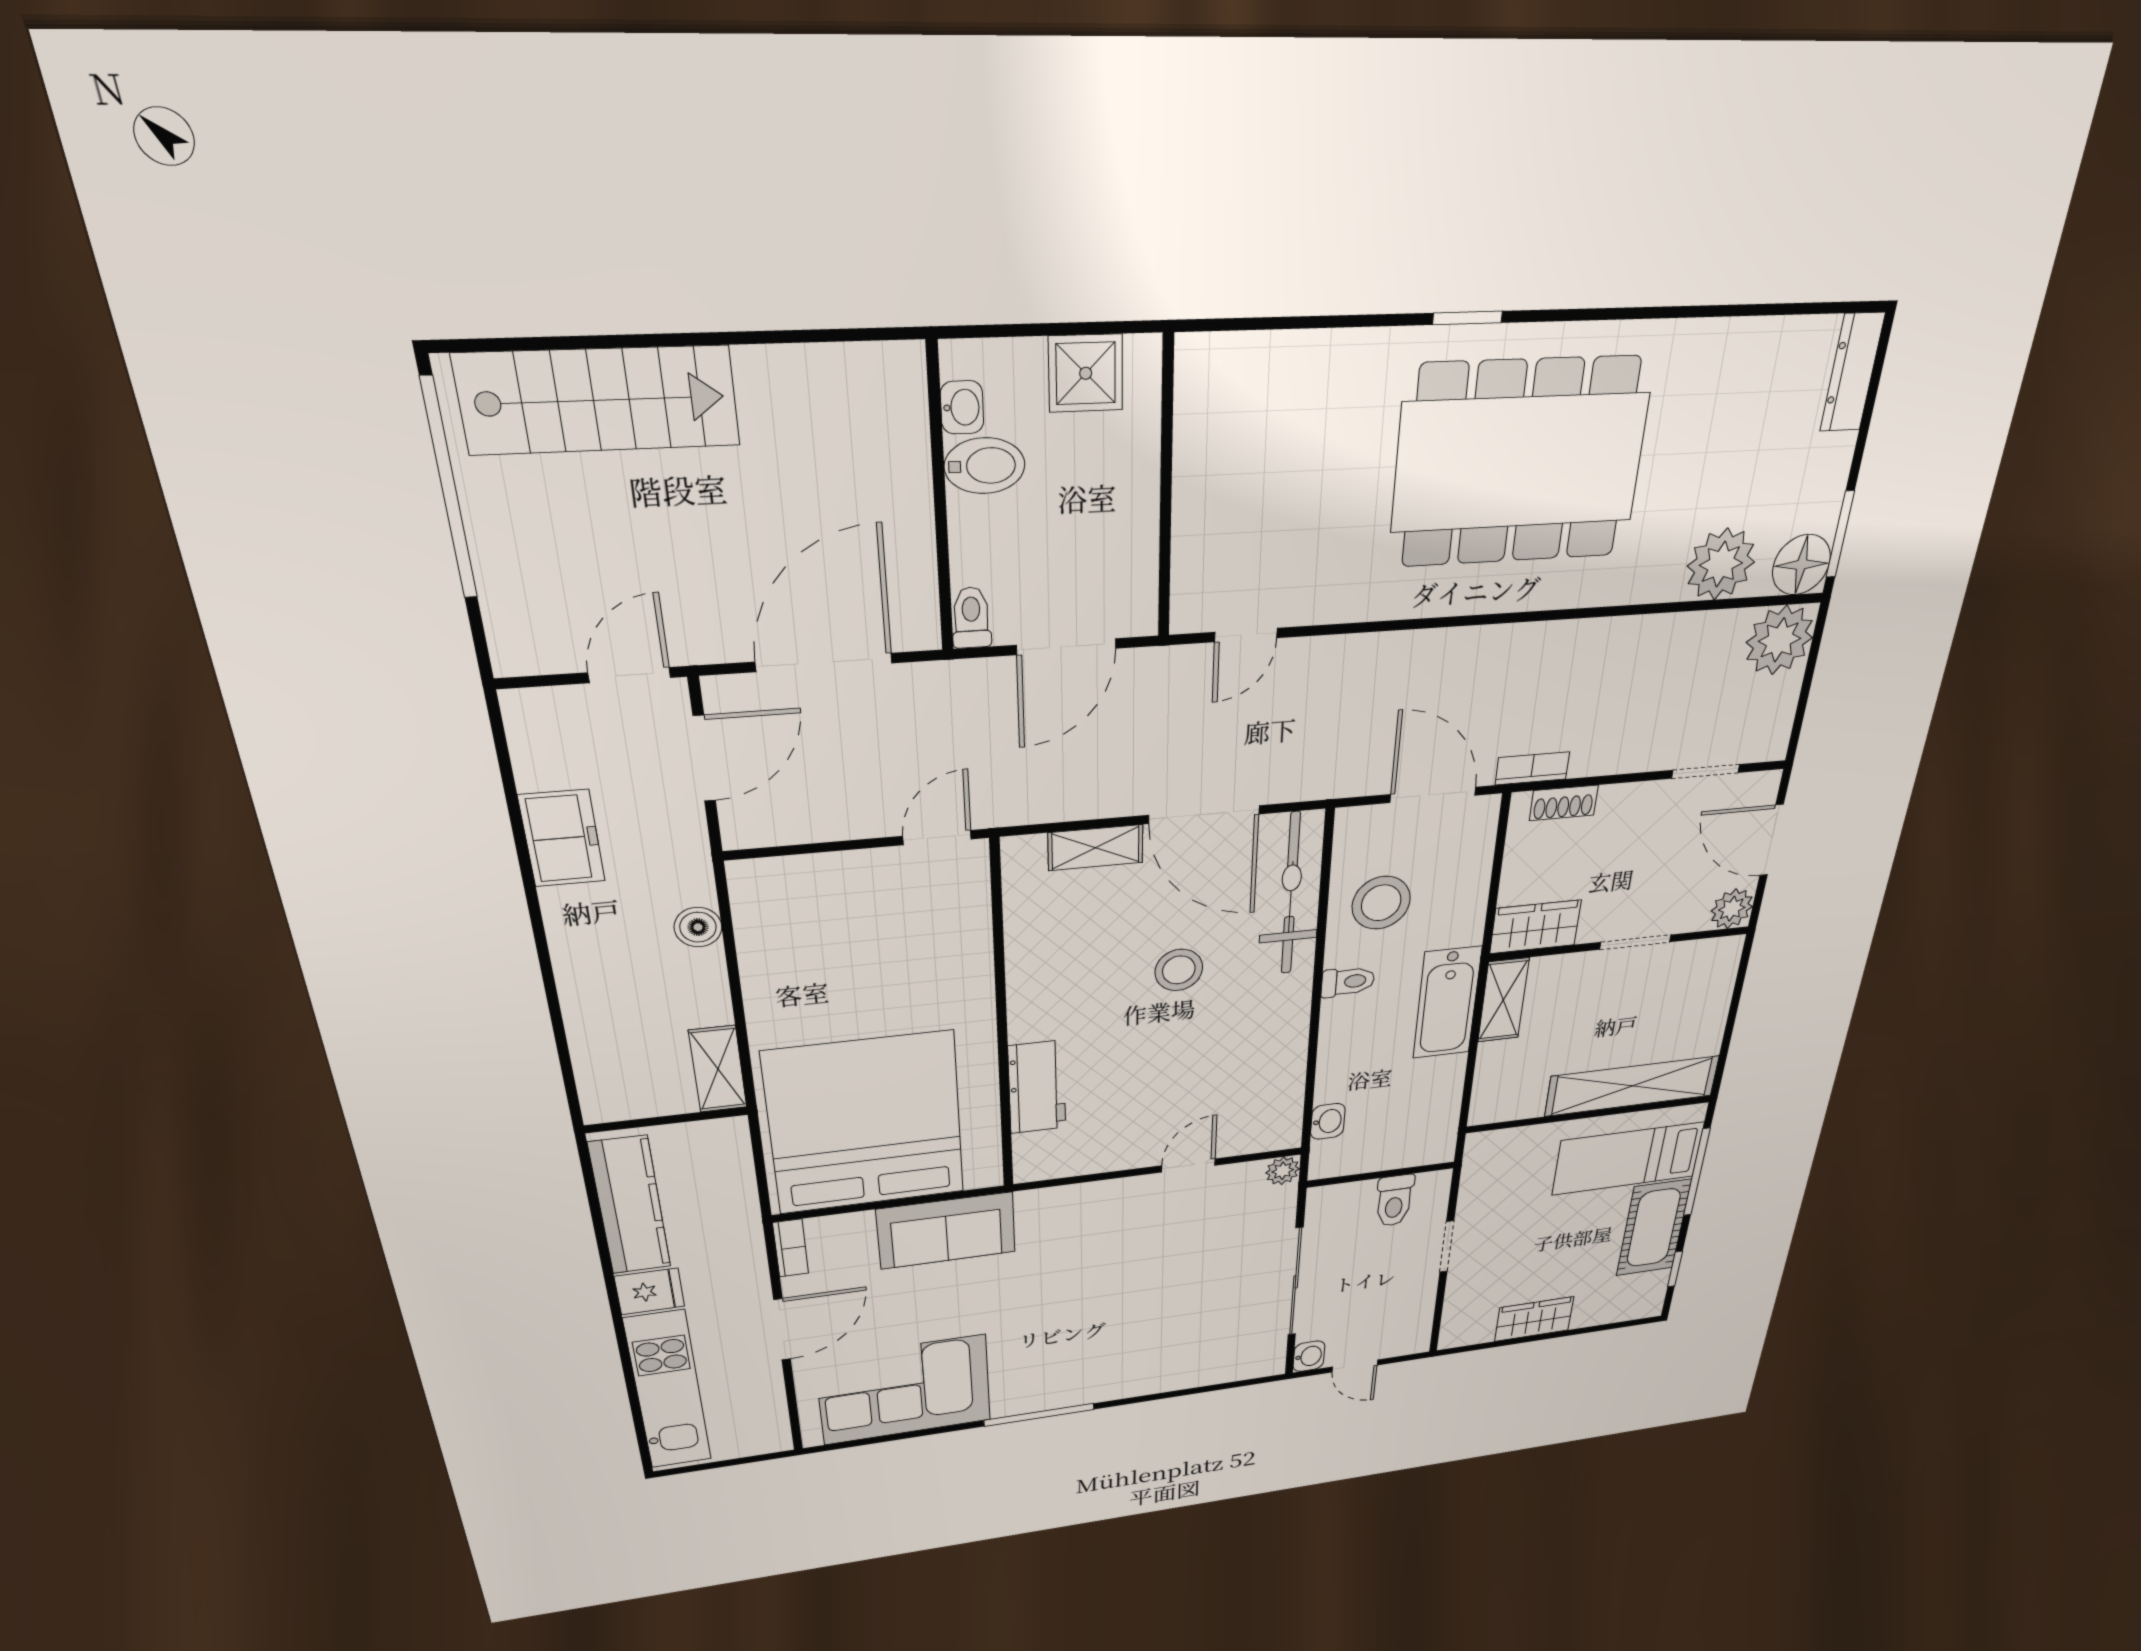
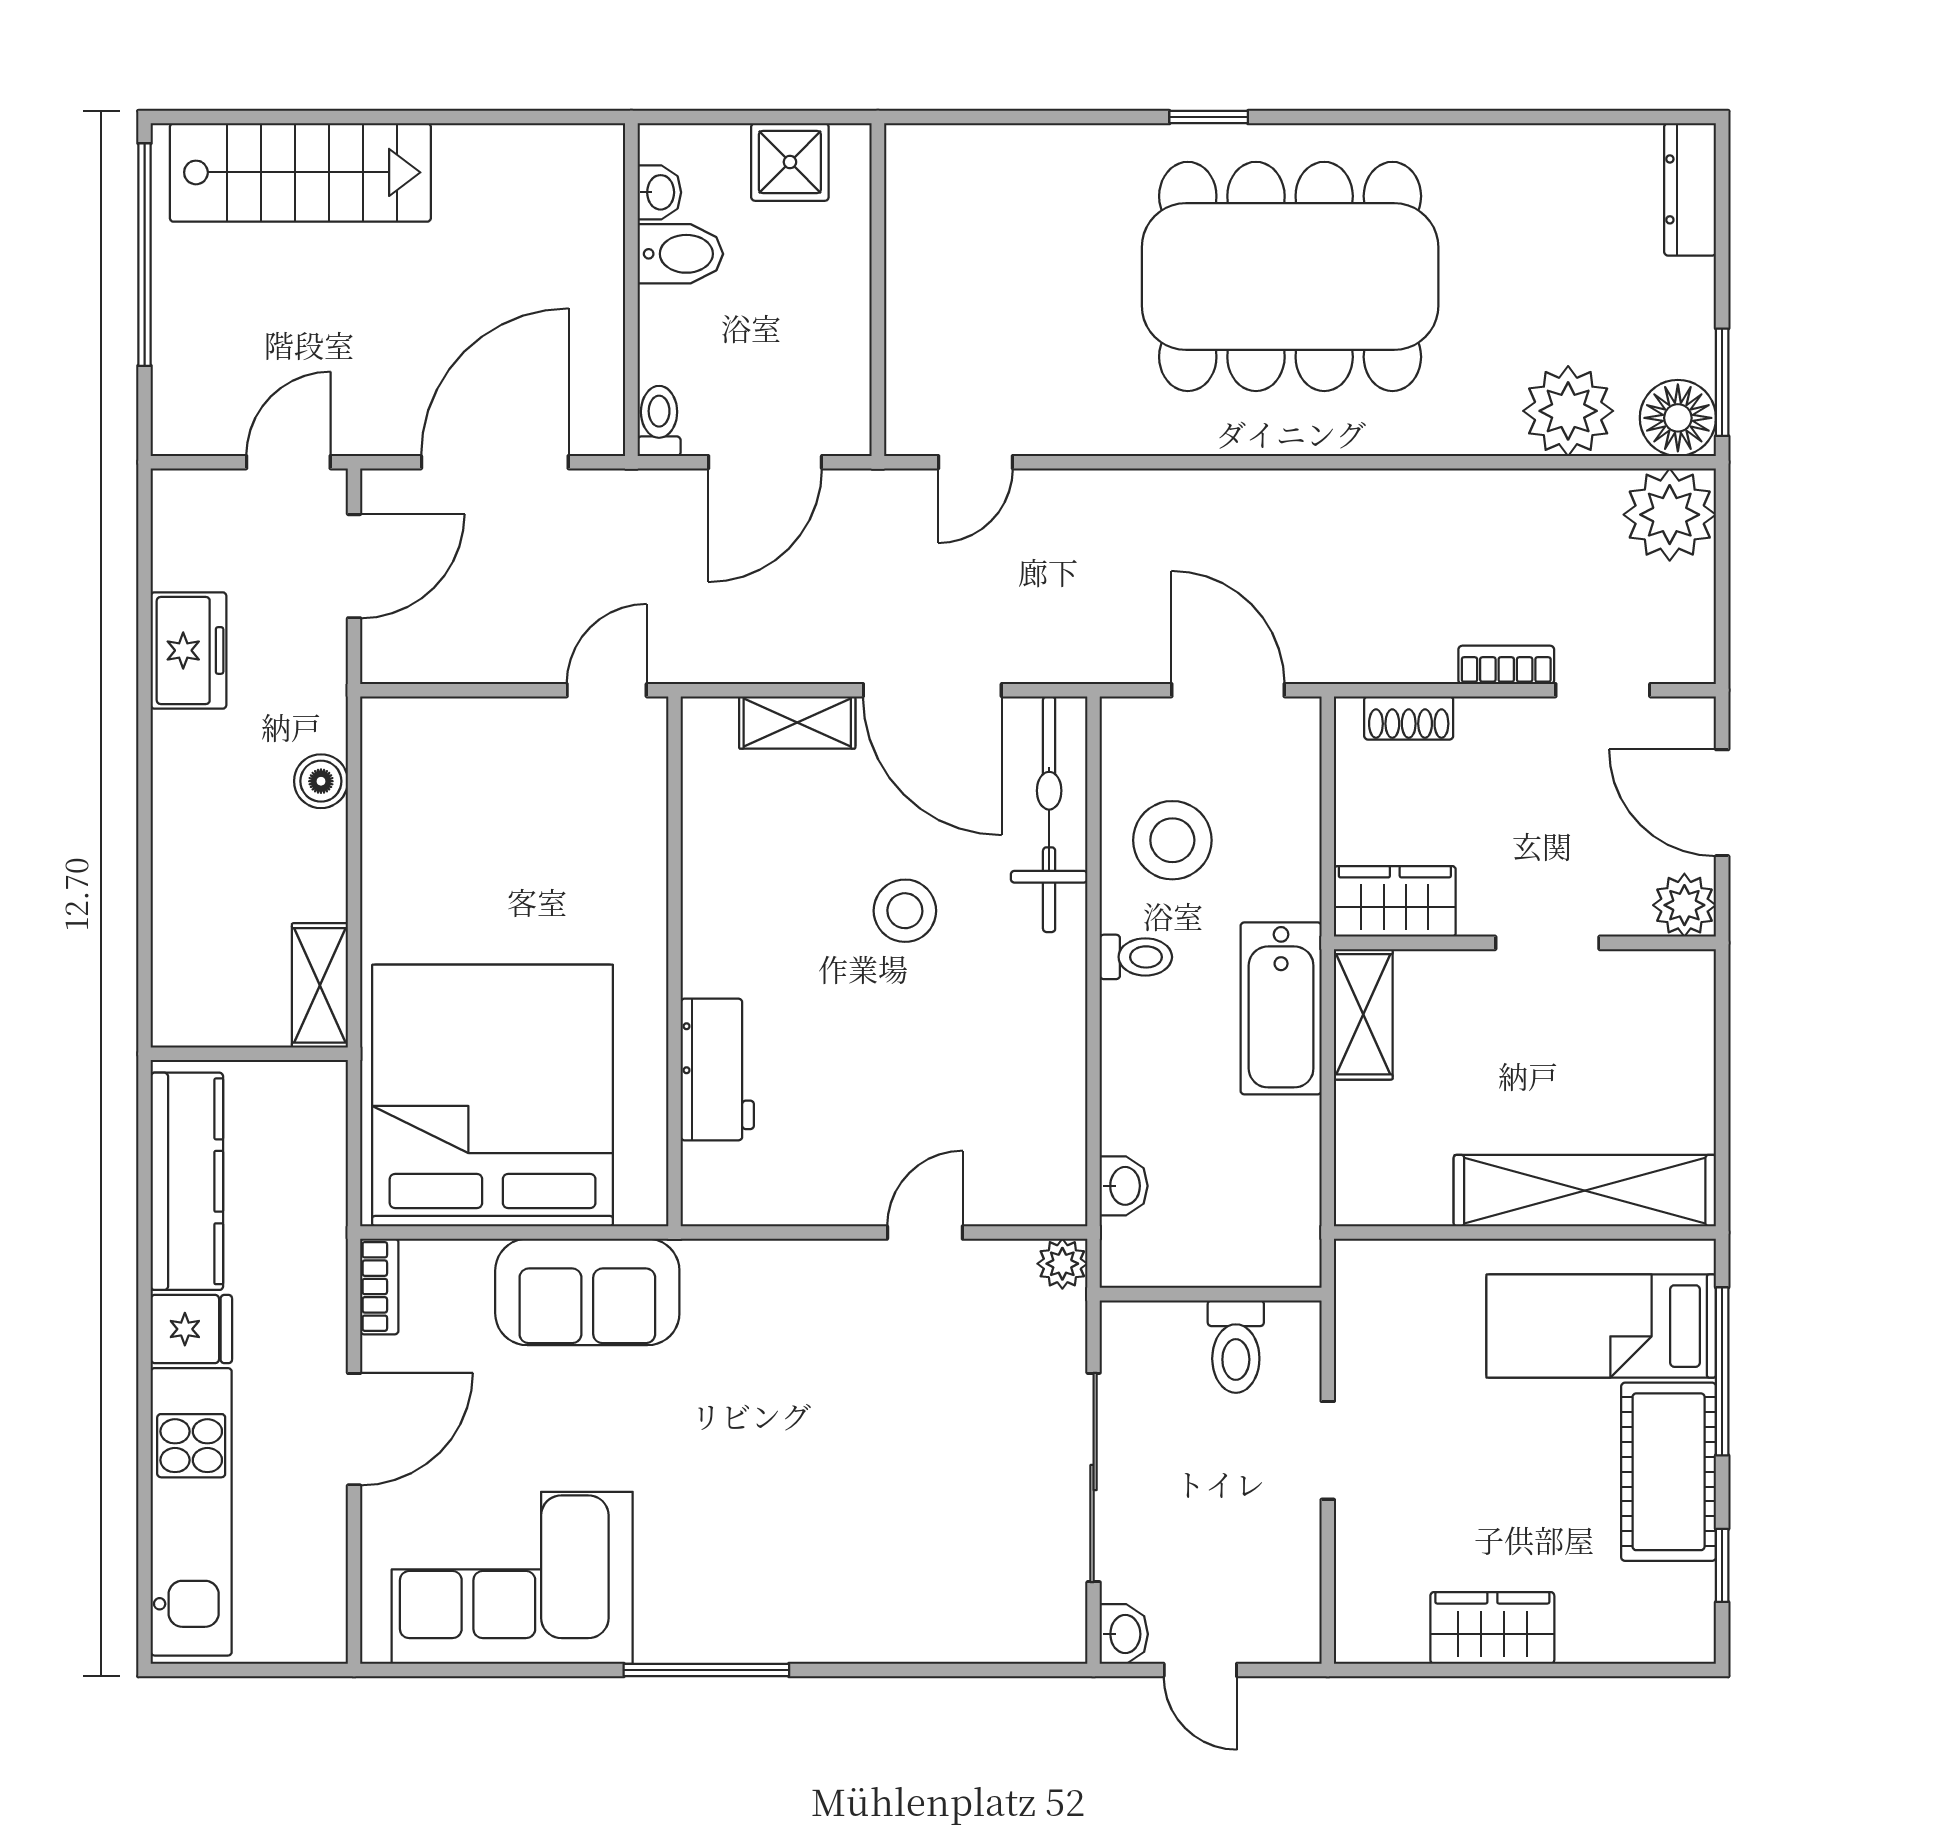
bookcase: (1532, 768) -> (1506, 665), moved

